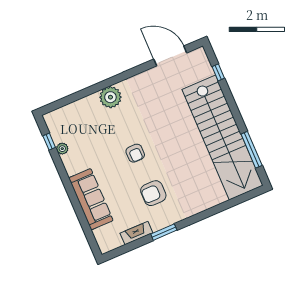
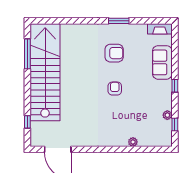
plant: (110, 97) -> (133, 142), moved, width x0.53, depth x0.53
window: (68, 186) -> (175, 86), added
sofa: (91, 199) -> (162, 62), width x0.73
fireplace: (136, 233) -> (160, 29), moved

